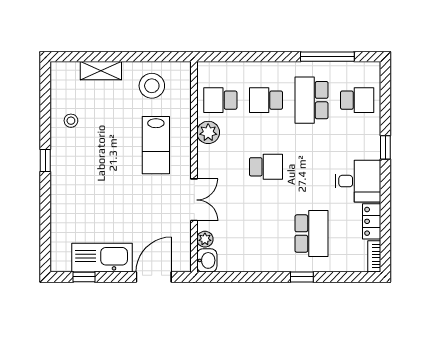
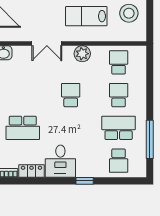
plant: (208, 132) -> (82, 54), moved
school desk: (266, 167) -> (71, 95), turned 180
plant: (205, 239) -> (19, 51), removed

